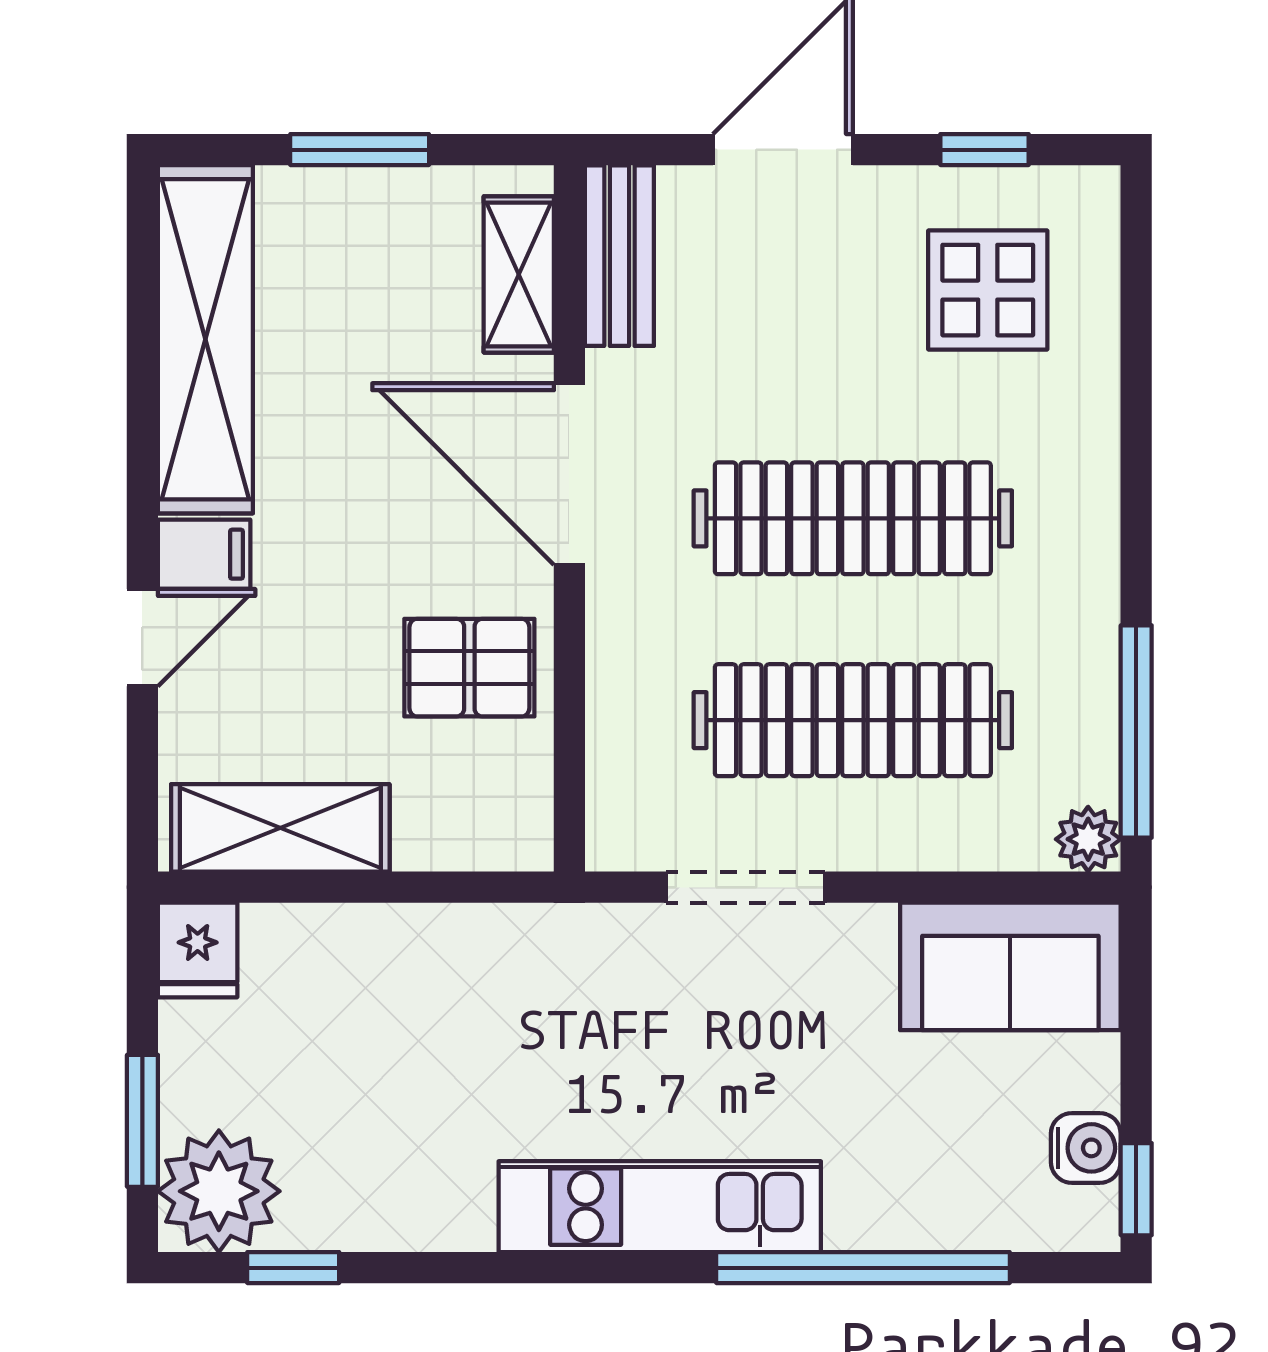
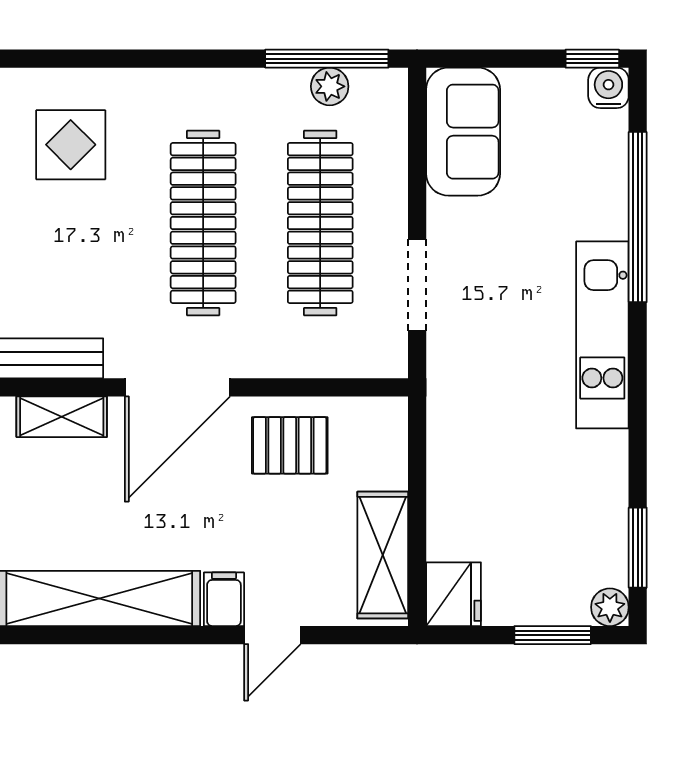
door: (142, 638) -> (272, 635), swing flipped
pallet: (469, 668) -> (290, 445), turned 90
plant: (1088, 839) -> (330, 86), moved
fridge: (198, 950) -> (454, 594), width x1.38
water cooler: (1086, 1148) -> (608, 88), moved
plant: (219, 1191) -> (610, 607), width x0.53, depth x0.53
window: (293, 1268) -> (638, 548), width x1.50

